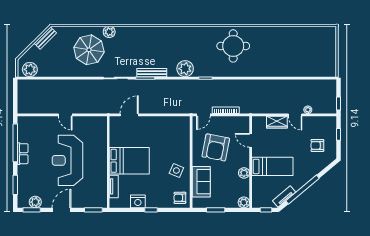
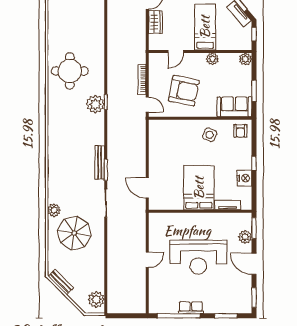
plant: (185, 69) -> (95, 104), moved
sofa: (201, 182) -> (234, 107), moved
plant: (35, 202) -> (245, 237), moved

